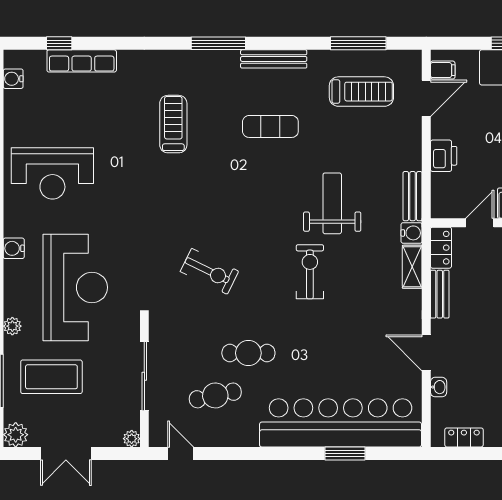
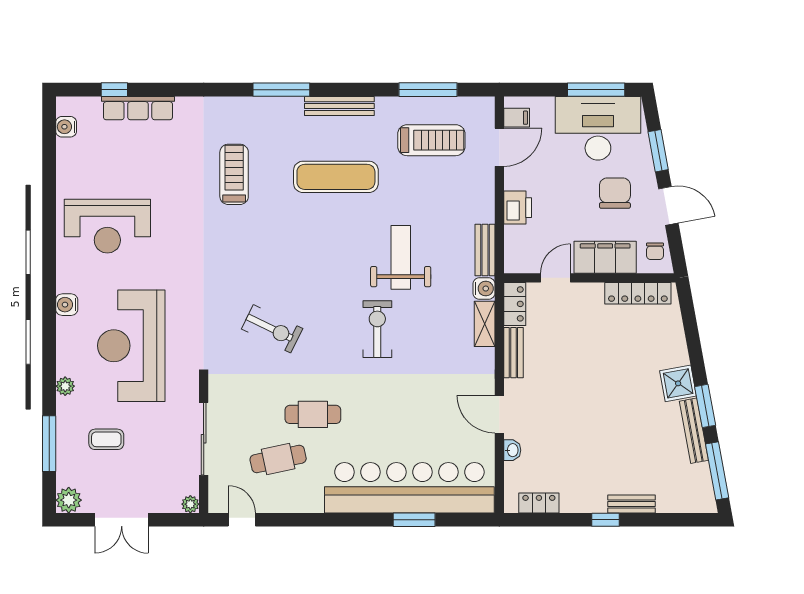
exercise mat: (270, 126) -> (336, 177), width x1.36, depth x1.45
reception desk: (75, 287) -> (131, 346), turned 180
coffee table: (51, 377) -> (106, 439), width x0.54, depth x0.58

